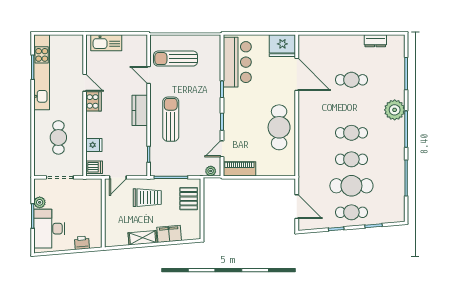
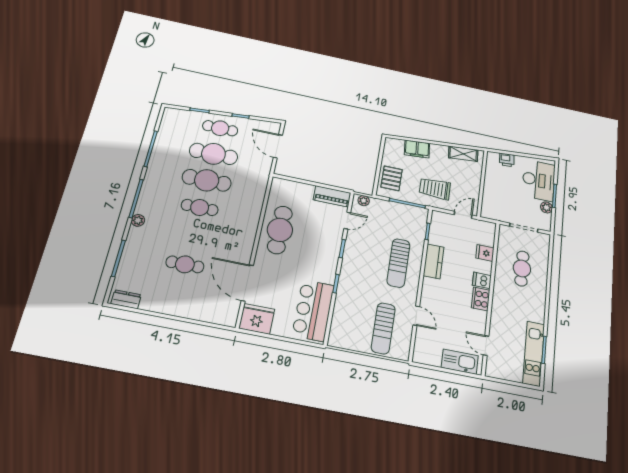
dresser: (375, 41) -> (126, 299), moved
sun lounger: (176, 59) -> (383, 328), turned 90
kitchen unit: (42, 72) -> (534, 354), width x0.73
door: (85, 83) -> (486, 345), moved
kitchen counter: (140, 110) -> (434, 261), moved
plant: (395, 110) -> (138, 220), width x0.53, depth x0.53
cafe table: (351, 159) -> (207, 180), width x1.37, depth x1.35
dishwasher: (94, 167) -> (482, 280), moved
shelving: (143, 238) -> (463, 154), moved

